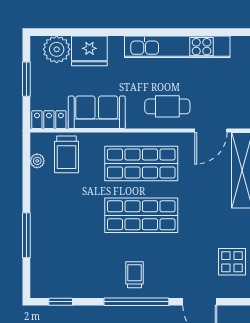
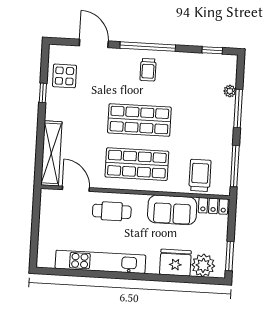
window: (26, 79) -> (230, 256), moved
door: (211, 131) -> (76, 189), hinge flipped
plant: (37, 161) -> (230, 91), moved
window: (26, 168) -> (235, 166), added

